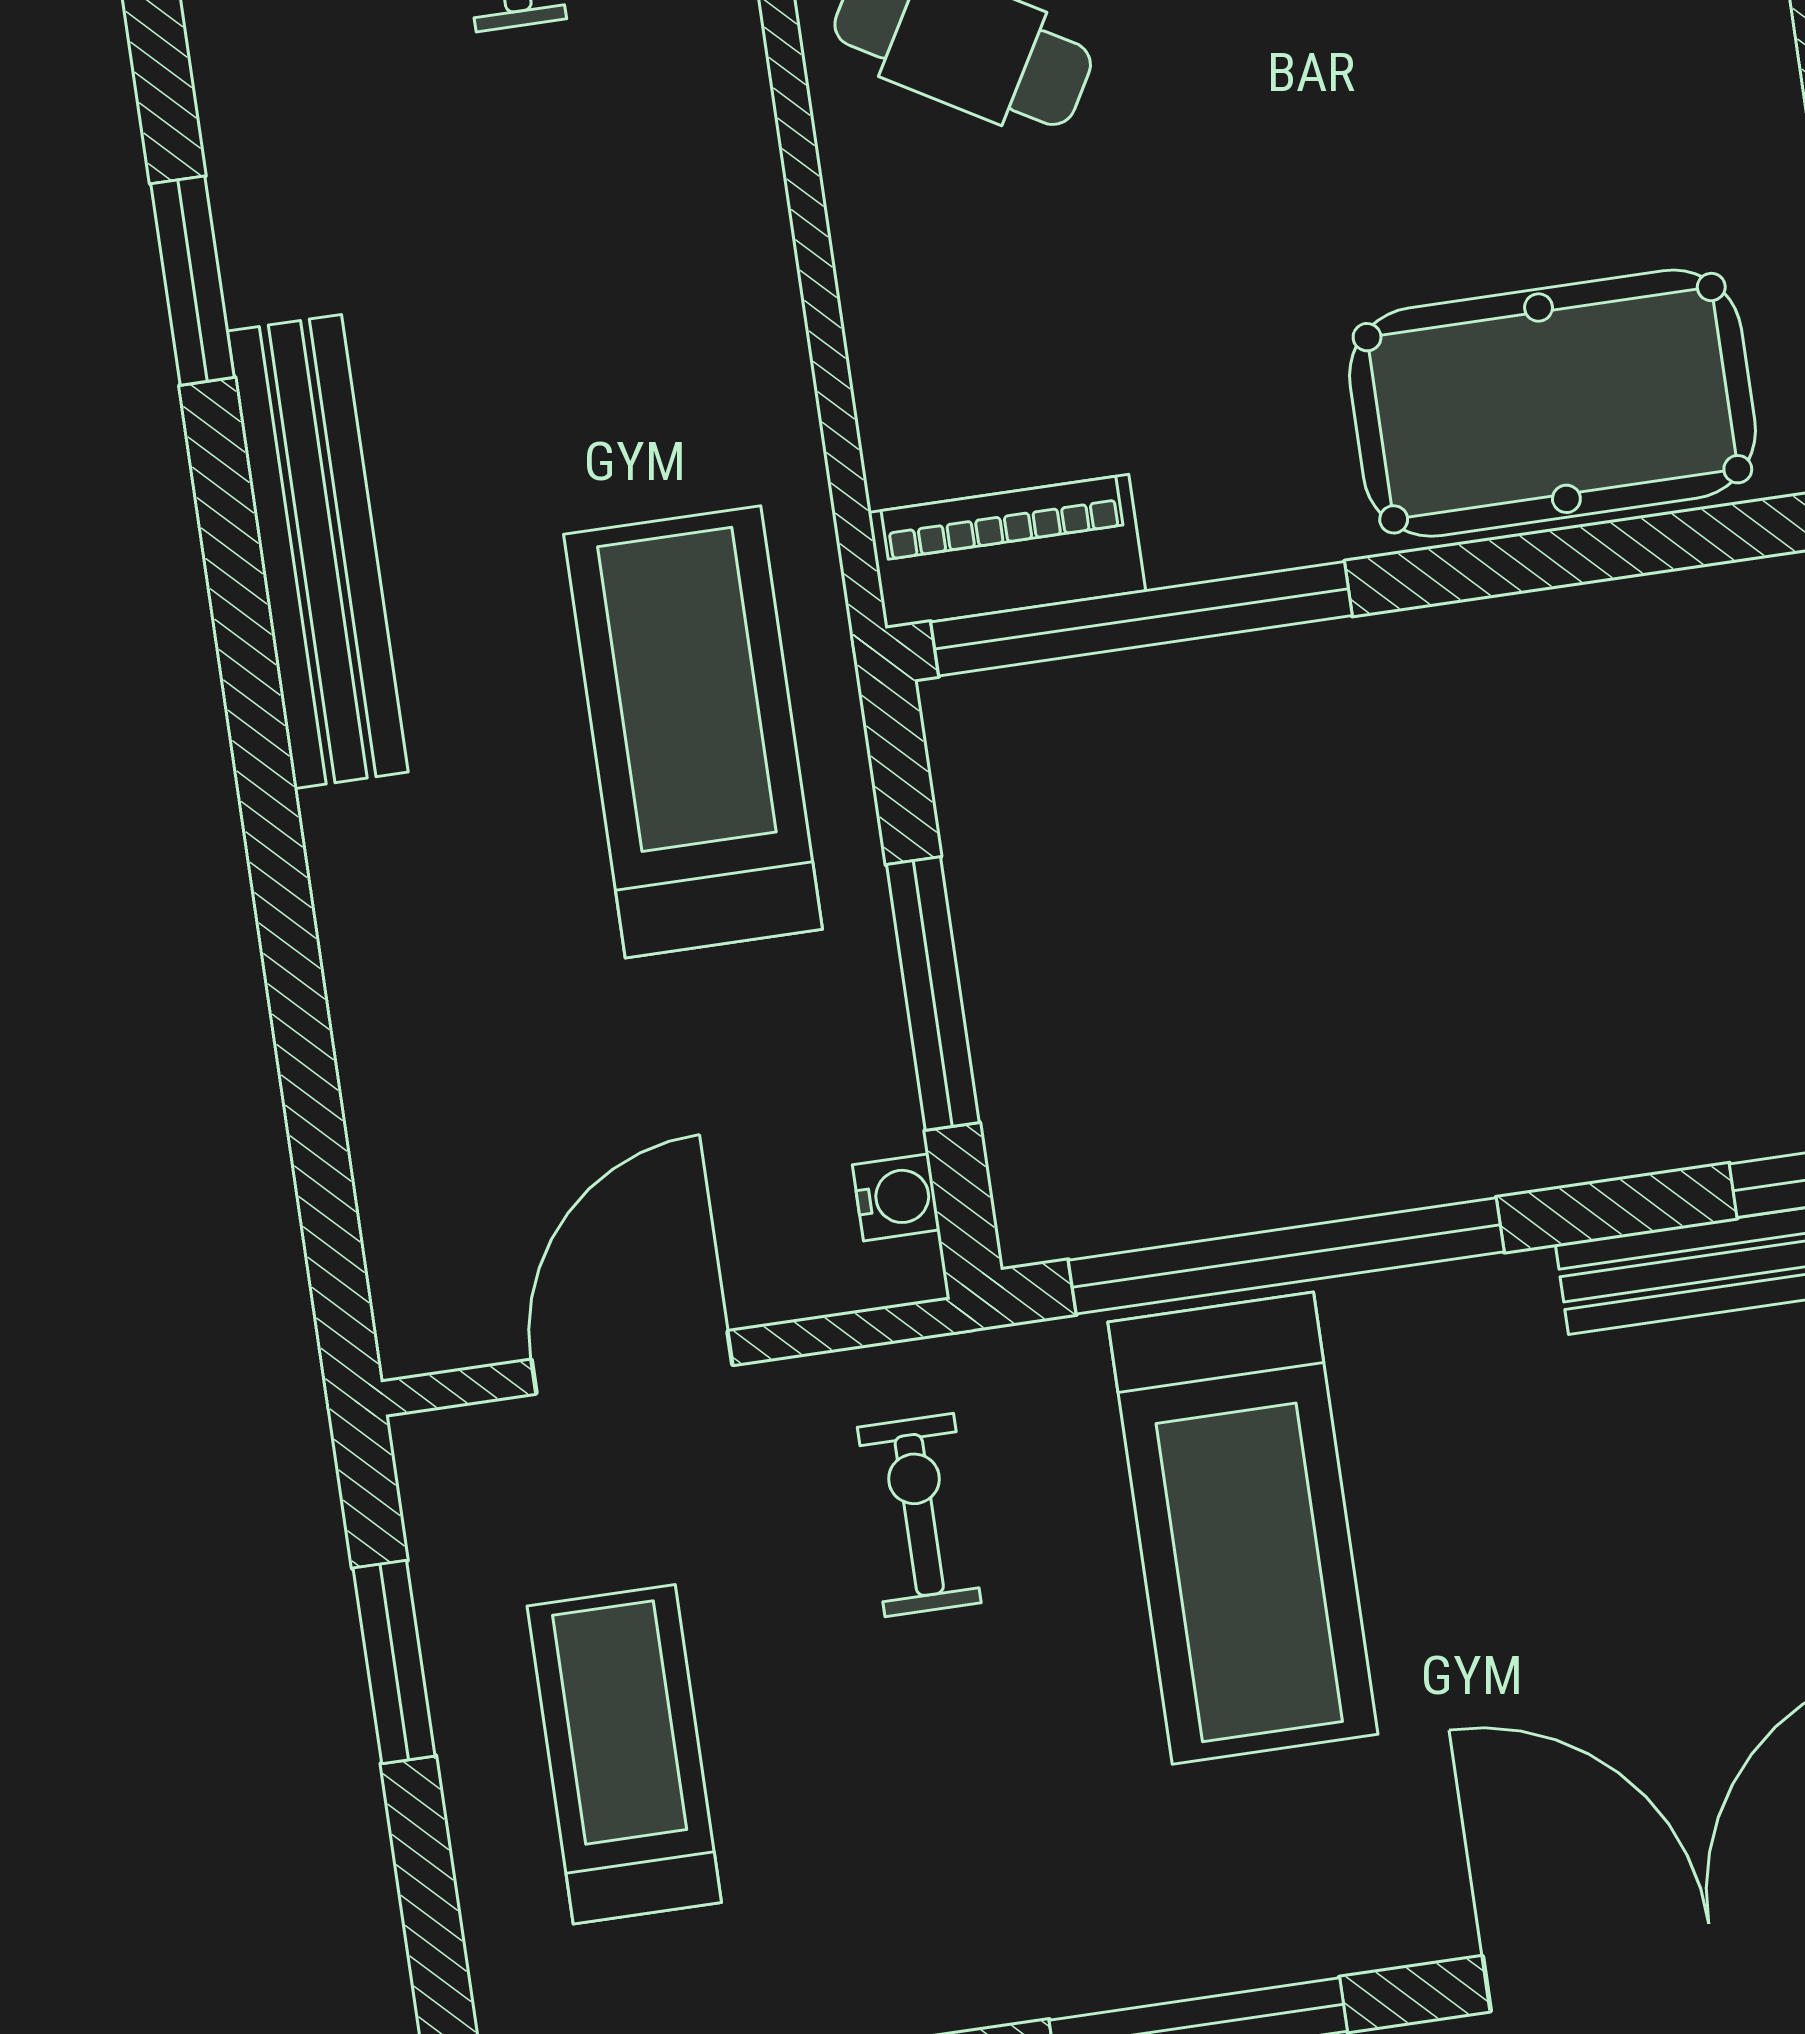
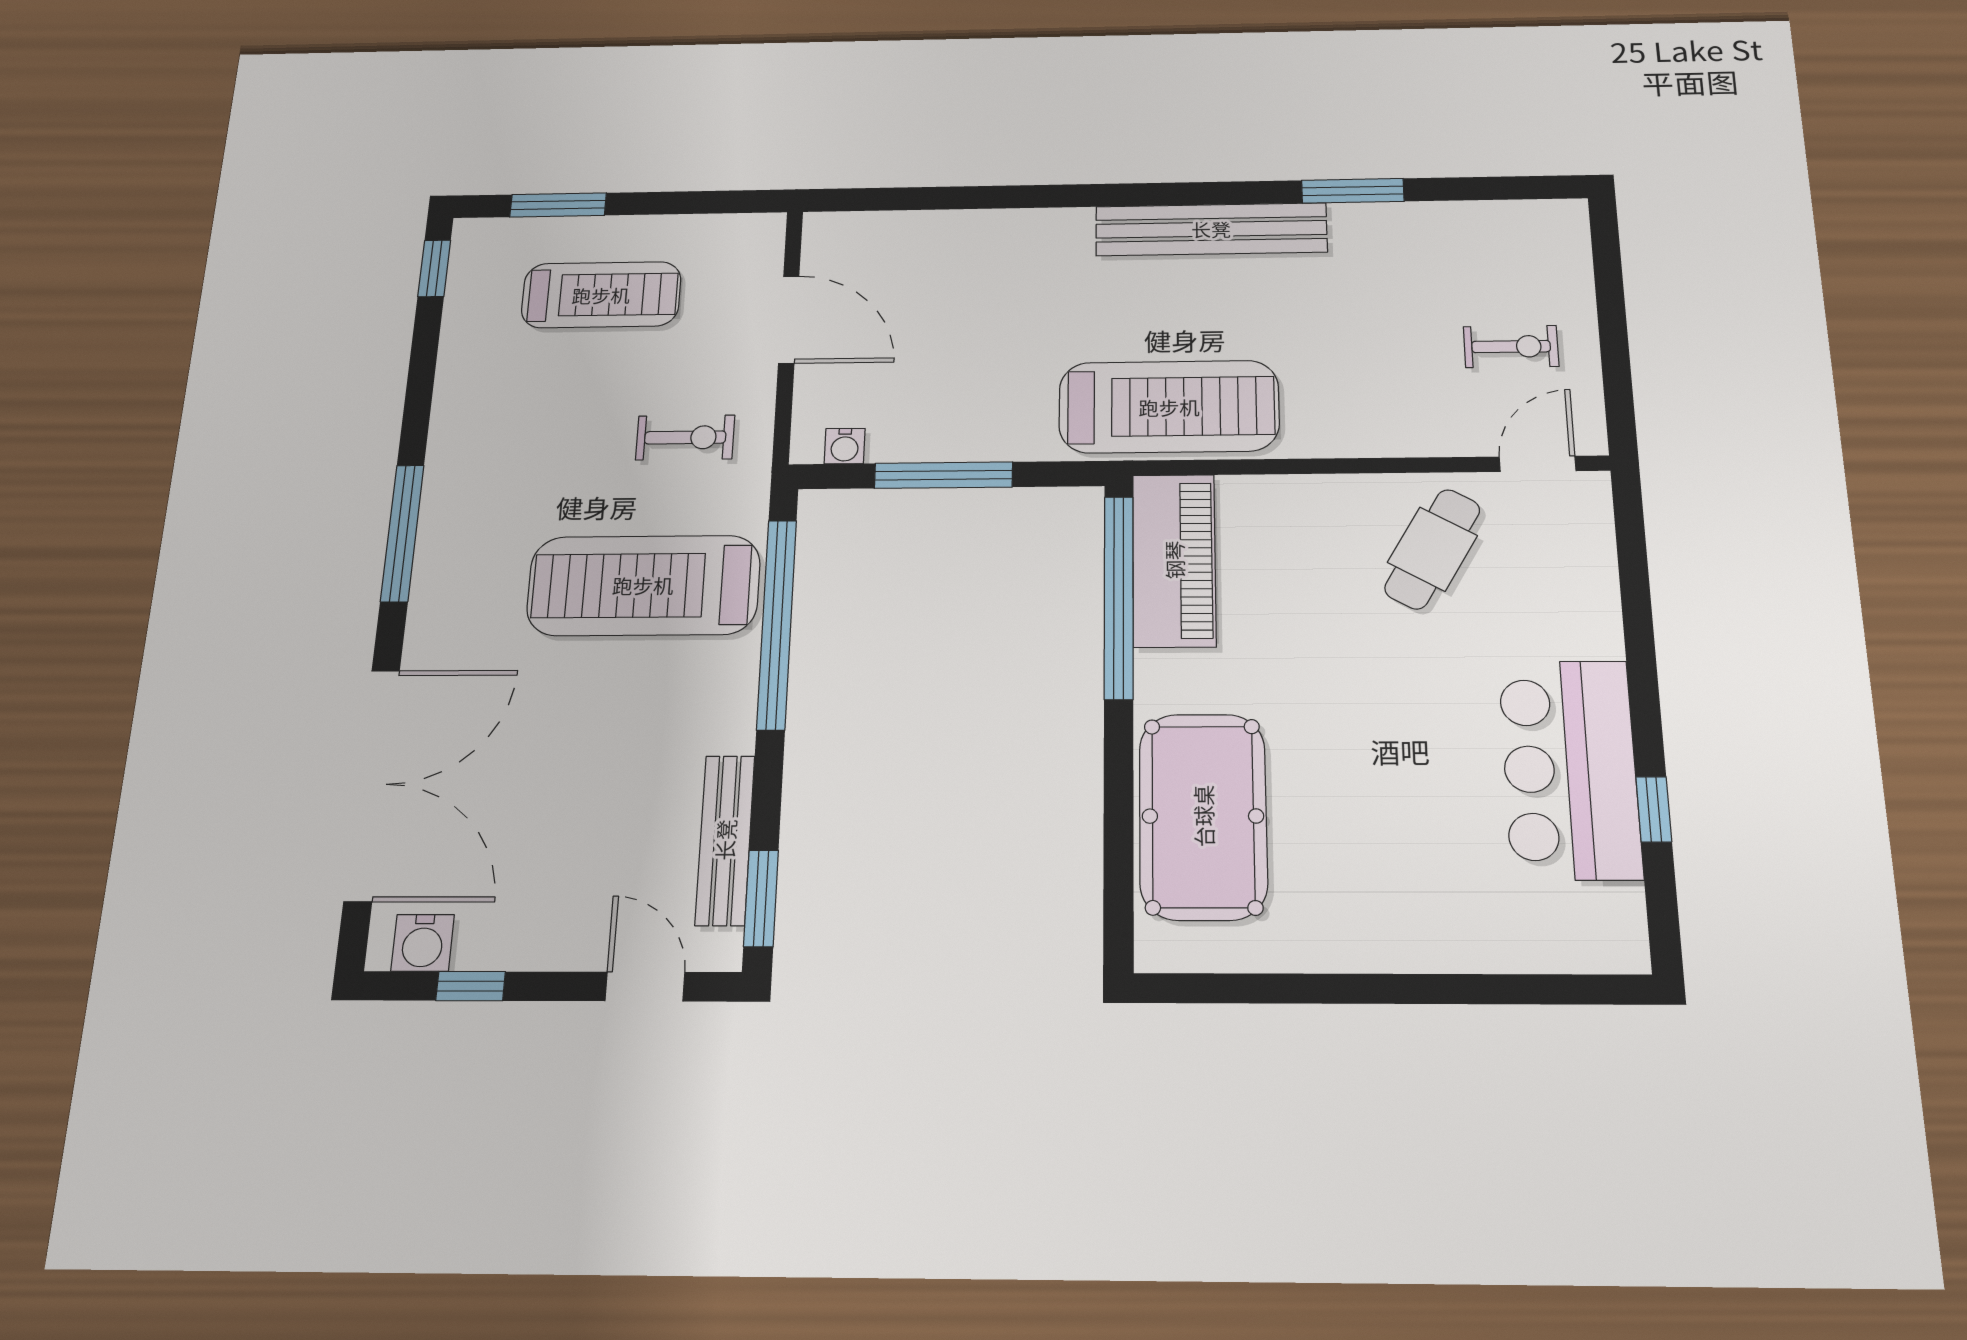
piano: (1007, 552) -> (1174, 560), width x1.37, depth x1.33
treadmill: (693, 732) -> (1169, 407), moved
window: (394, 1662) -> (558, 205), moved

